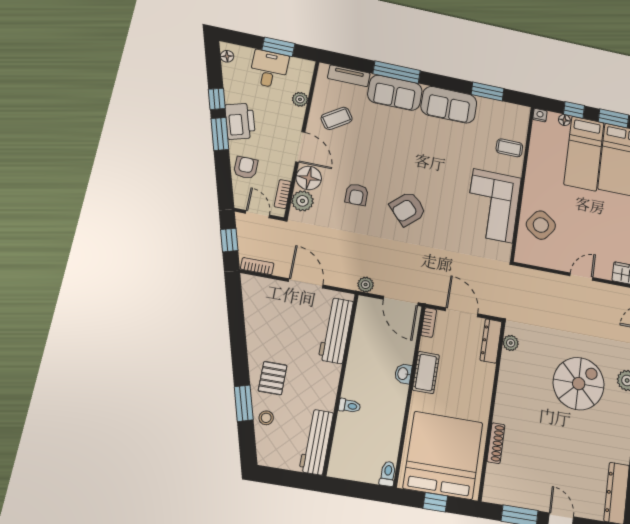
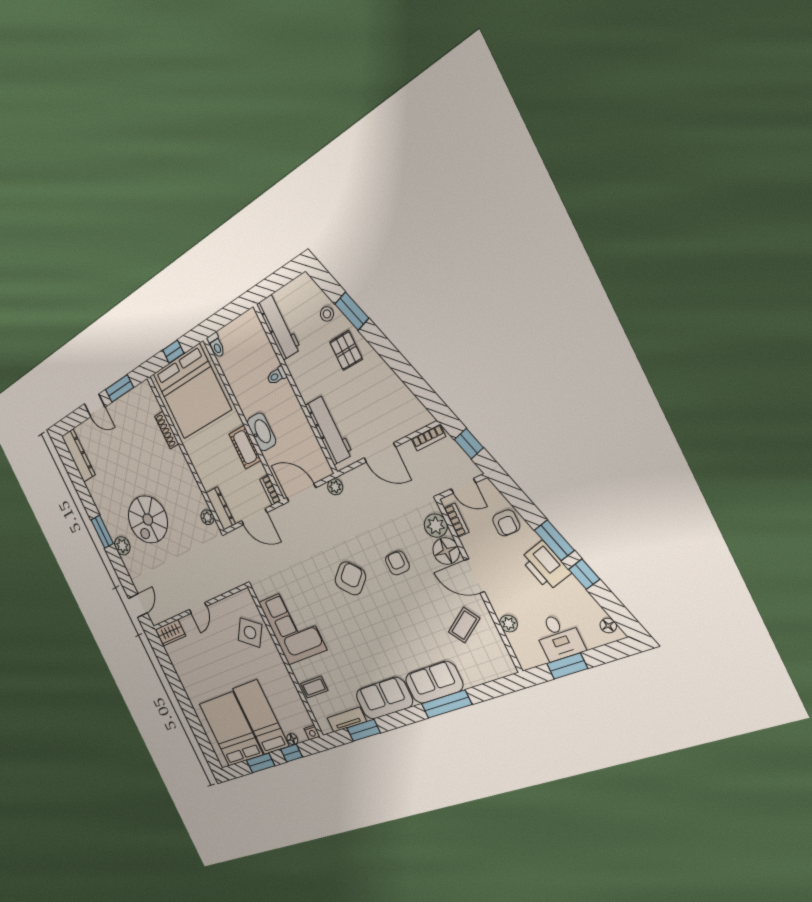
tv unit: (349, 76) -> (347, 720), moved
washbasin: (403, 374) -> (262, 432), width x1.91, depth x1.45

